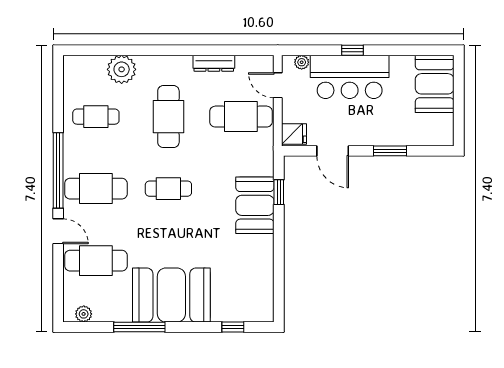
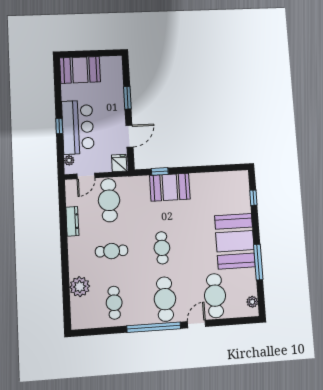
cafe table: (168, 117) -> (112, 251), width x0.73, depth x0.74

